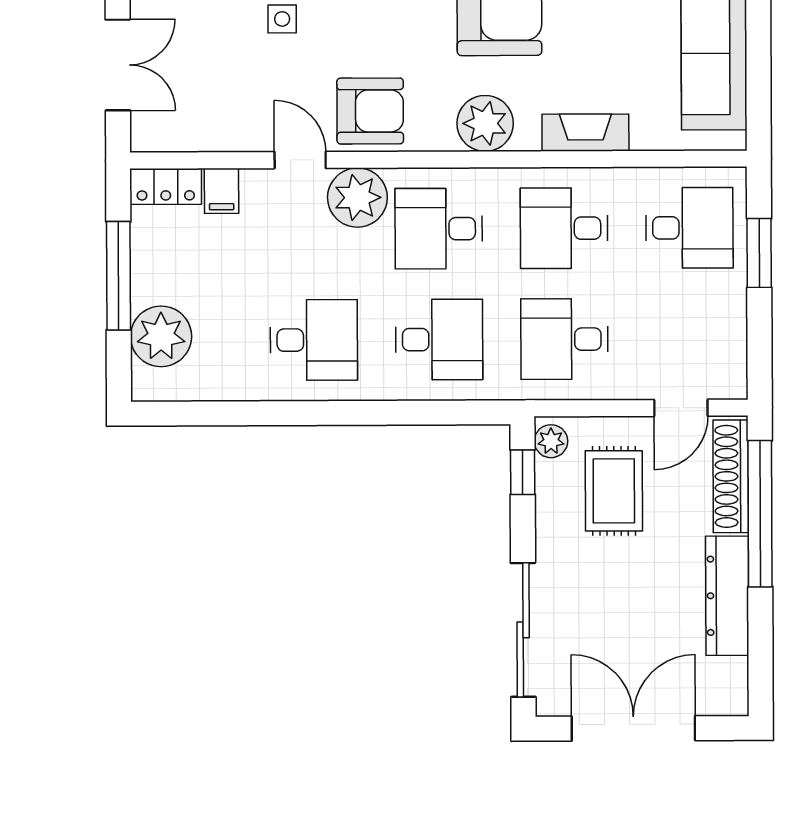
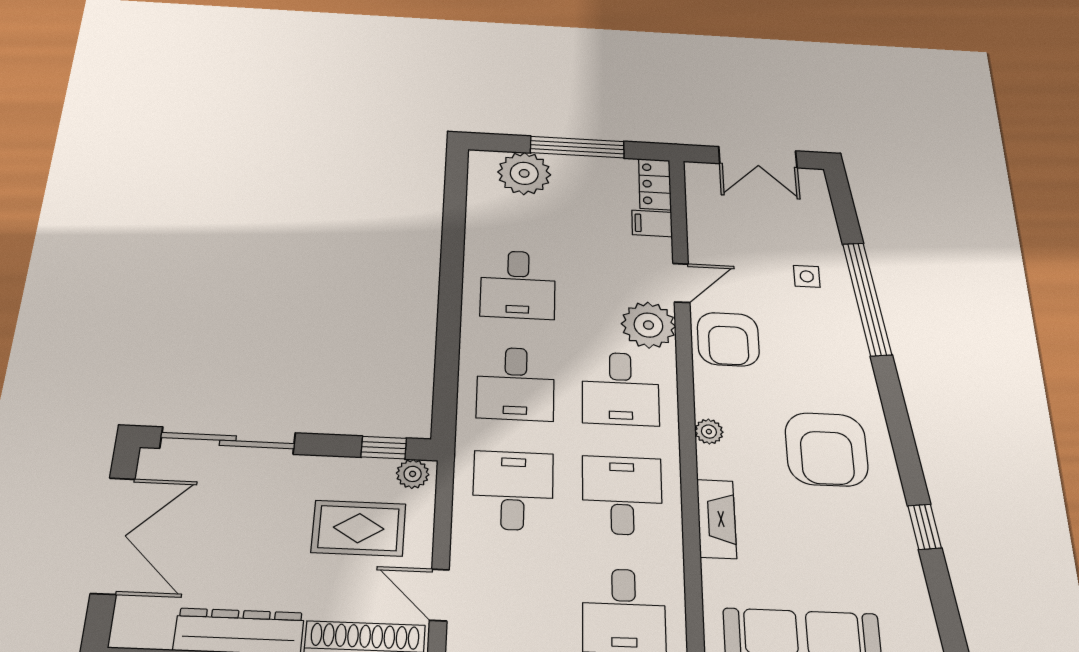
plant: (485, 123) -> (709, 432), width x0.53, depth x0.53
desk: (439, 229) -> (621, 389), turned 180

